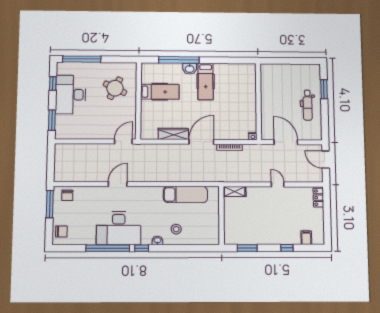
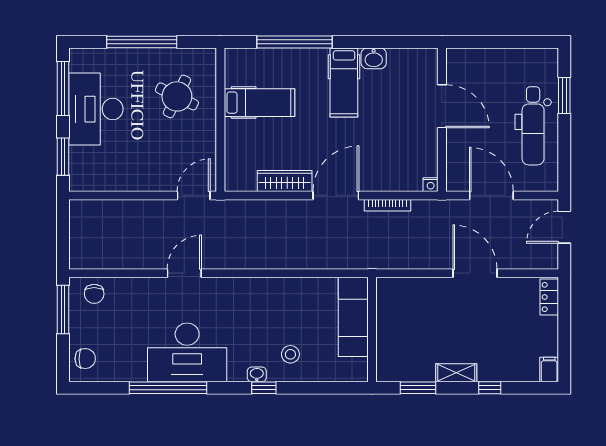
window: (82, 59) -> (142, 42), moved
washbasin: (190, 69) -> (374, 58), moved
window: (53, 84) -> (63, 89), width x2.17
door: (258, 94) -> (442, 106), added
dental chair: (308, 105) -> (533, 126), width x1.36, depth x1.38
door: (326, 160) -> (564, 227), hinge flipped
door: (278, 184) -> (475, 273), width x1.88
shelving: (235, 191) -> (456, 373), moved
exam couch: (185, 195) -> (353, 317), moved, turned 90
filing cabinet: (306, 238) -> (549, 370), moved
window: (142, 248) -> (264, 388), moved

